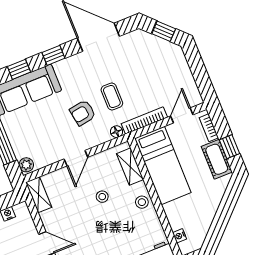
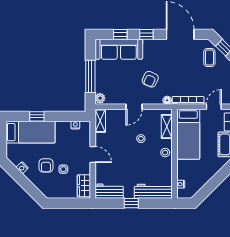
coffee table: (112, 96) -> (209, 57), moved
armchair: (83, 113) -> (150, 79), turned -57

